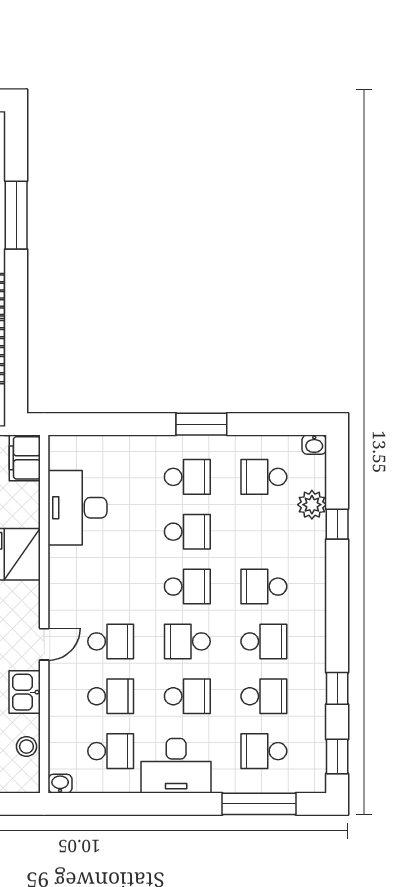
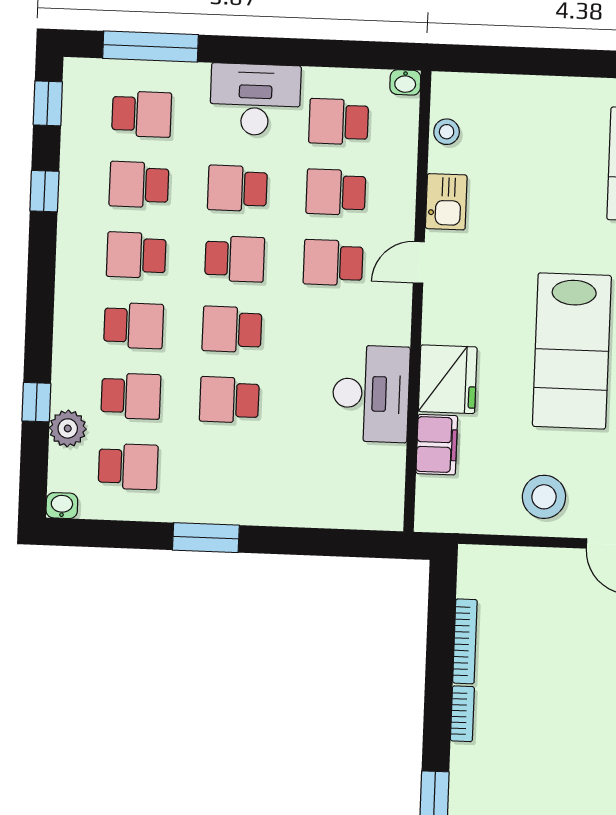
filing cabinet: (25, 458) -> (437, 445), moved
school desk: (187, 477) -> (131, 396), moved, turned 180
desk: (77, 508) -> (371, 394), moved

